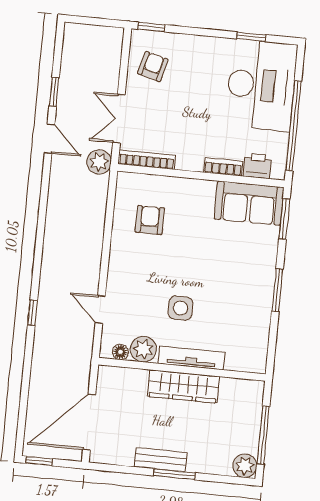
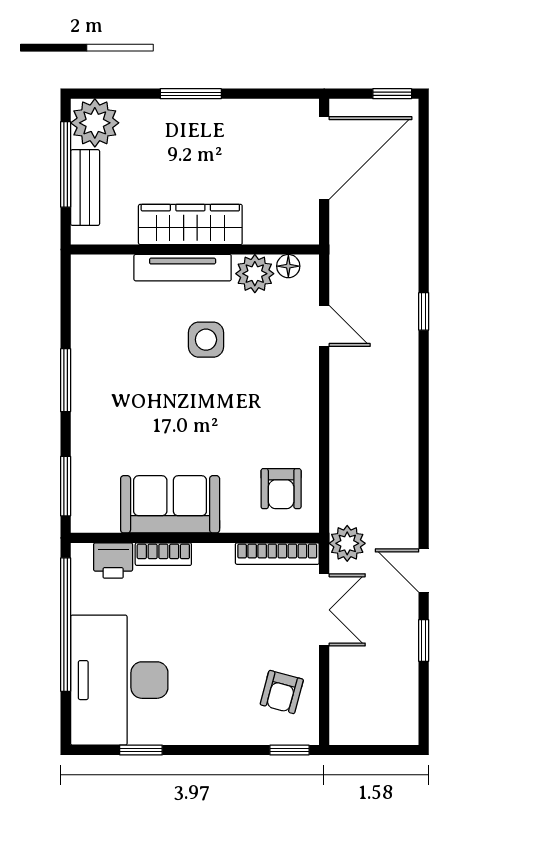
sofa: (249, 203) -> (170, 504), moved
armchair: (150, 220) -> (281, 489), moved
bench: (161, 460) -> (85, 188), moved, turned 90
plant: (245, 466) -> (95, 123), width x1.36, depth x1.36

